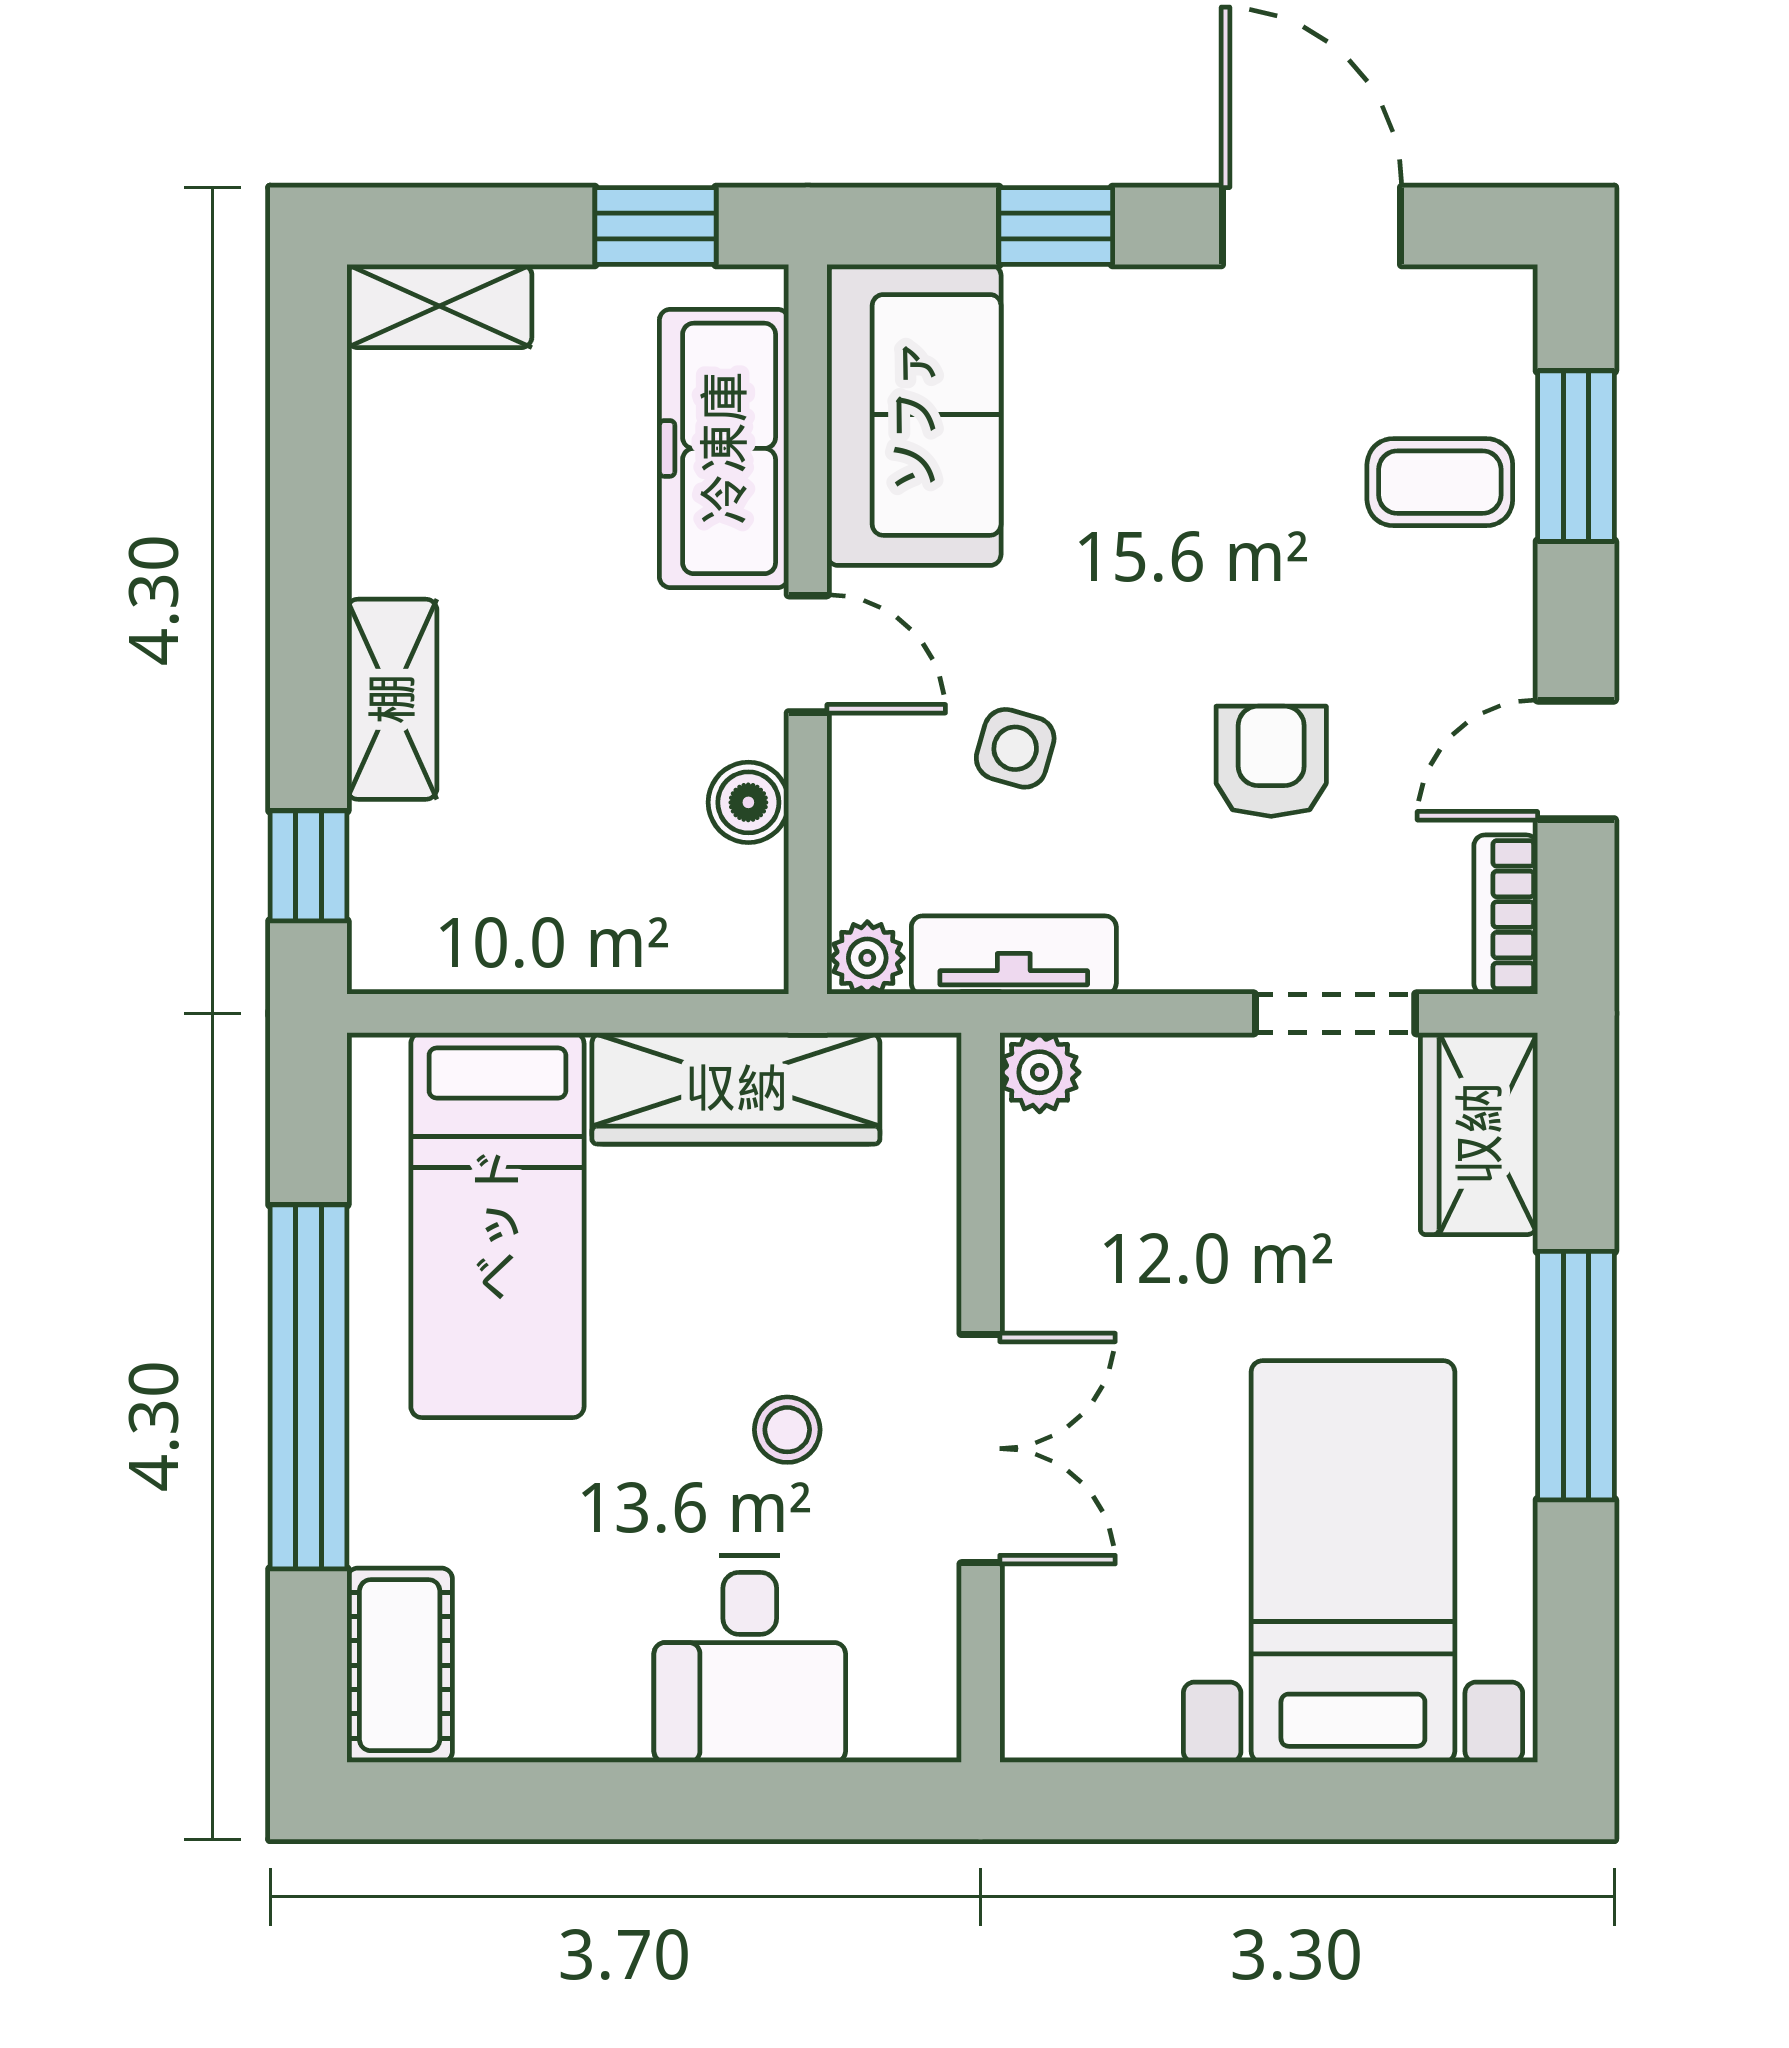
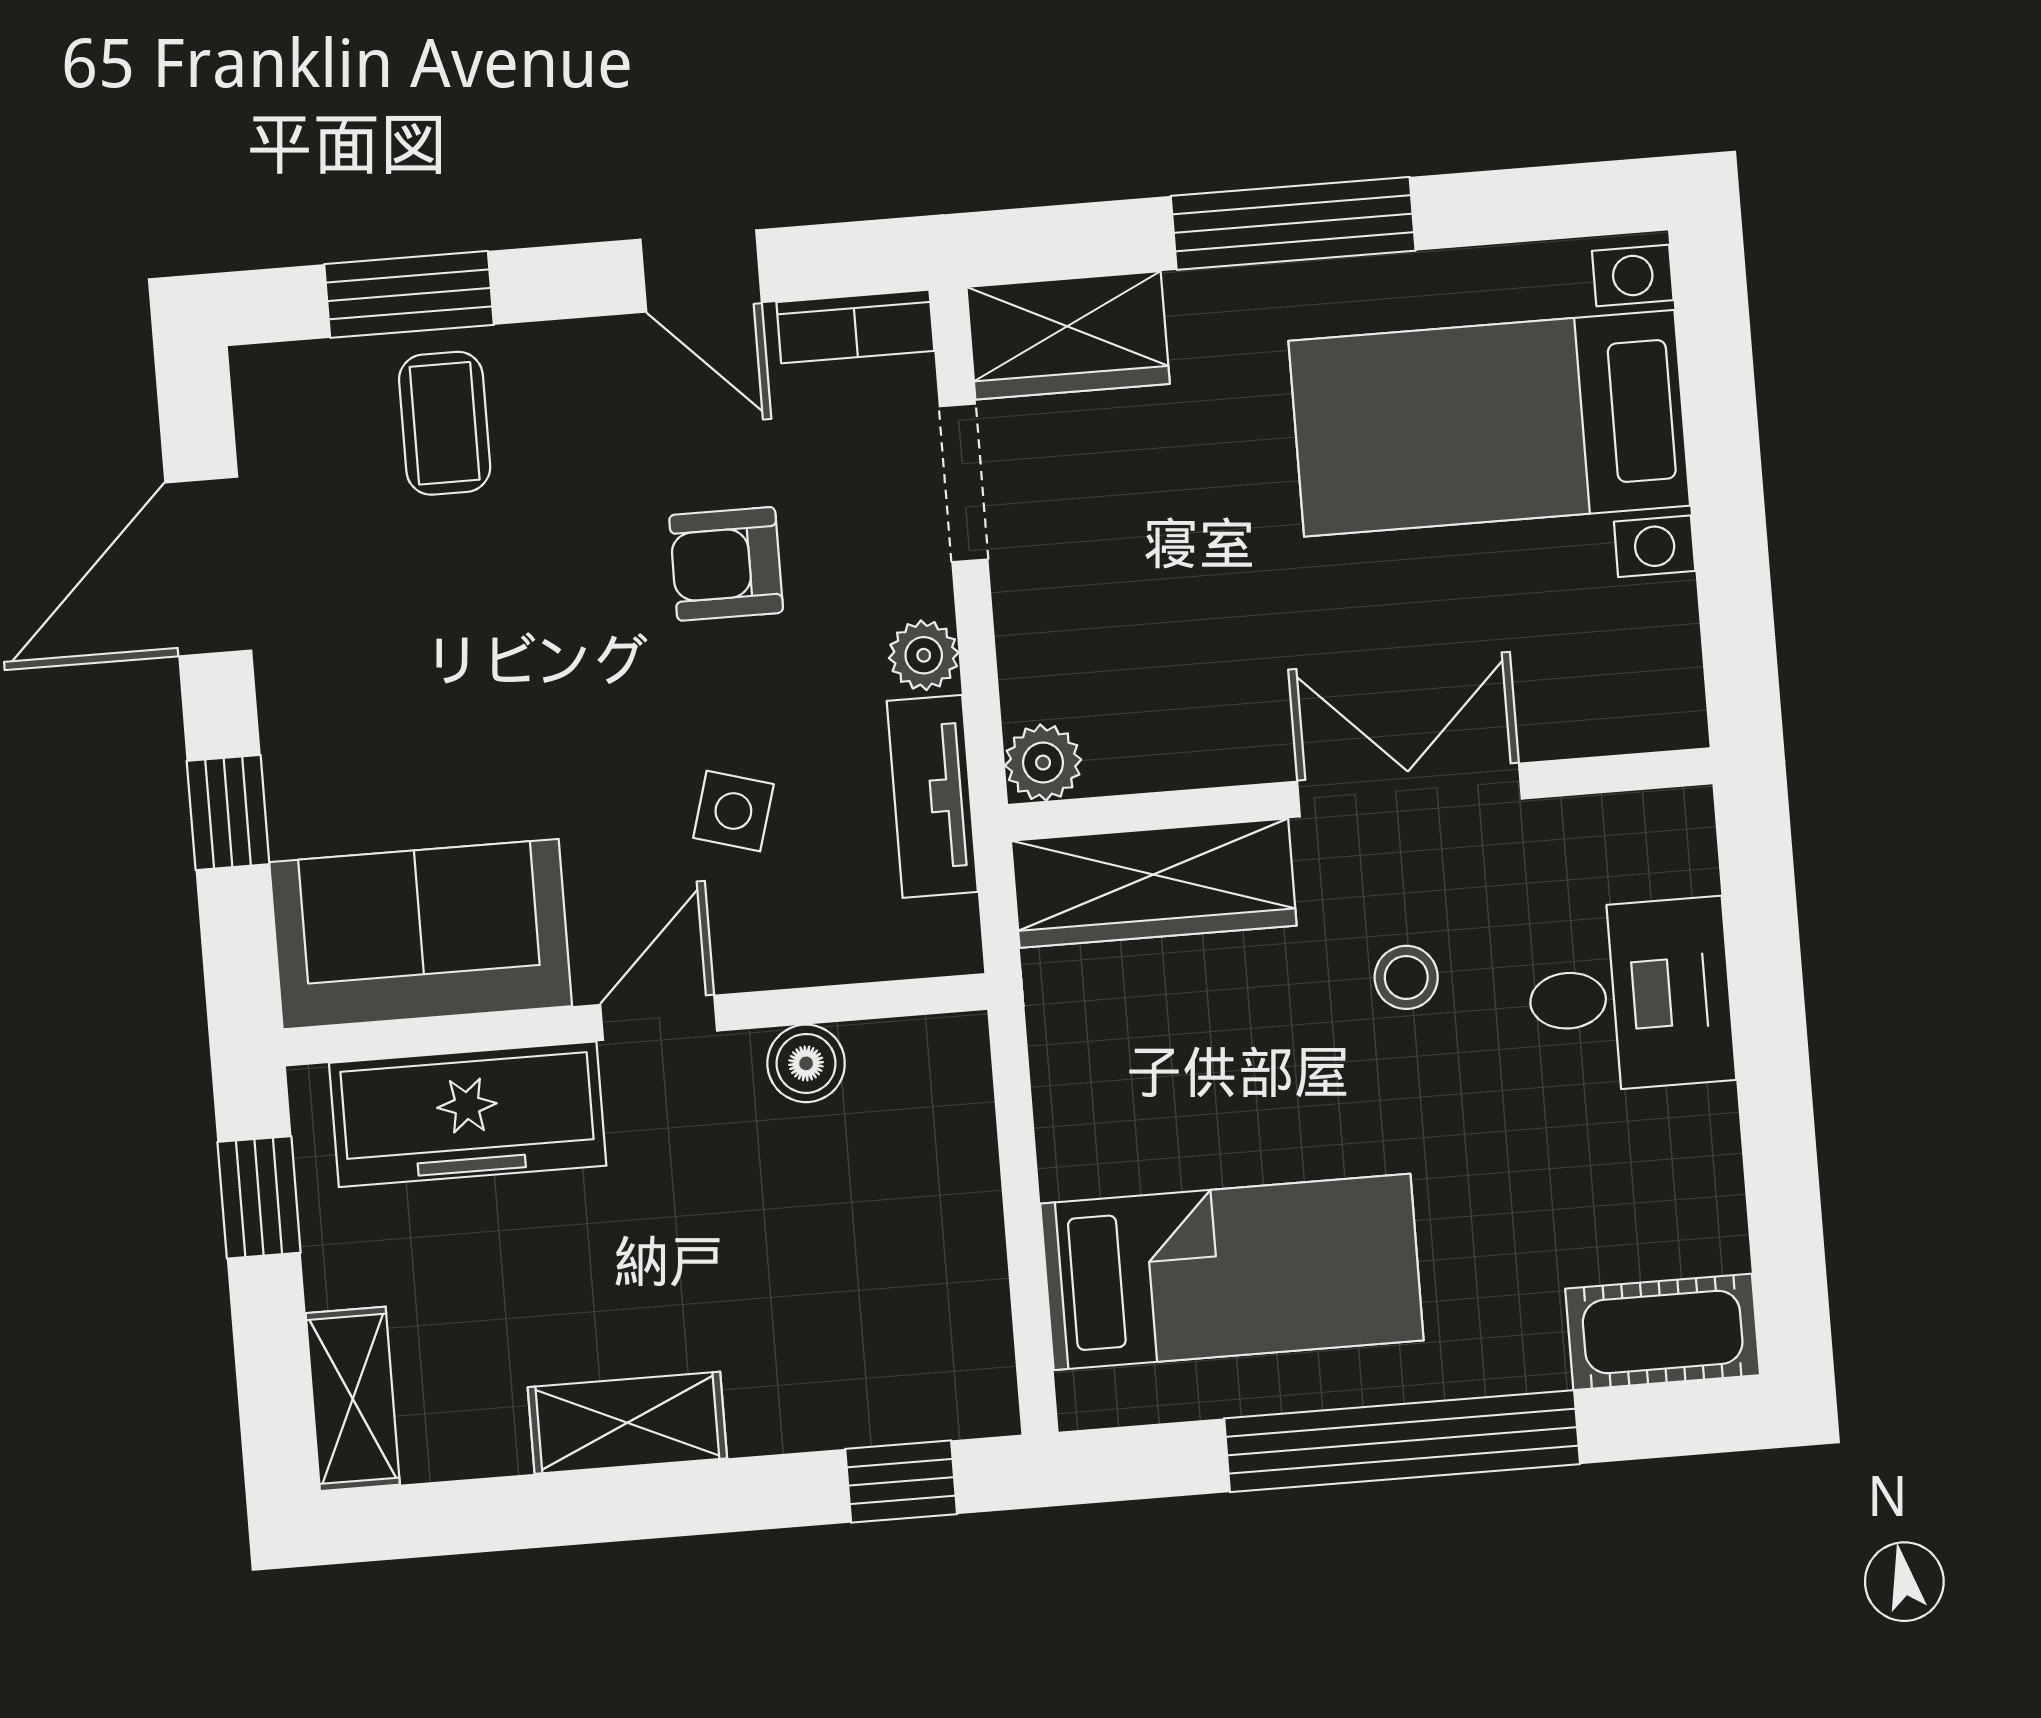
shelving: (392, 699) -> (627, 1423), moved
plant: (867, 958) -> (924, 655), moved
wardrobe: (736, 1088) -> (1154, 883), moved, turned 90

